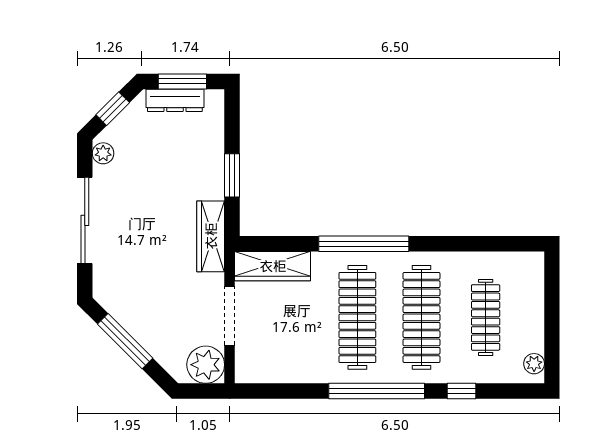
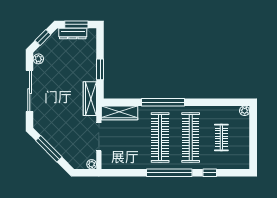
clothes rail: (486, 317) -> (221, 137), width x0.73
plant: (534, 364) -> (245, 111), moved
plant: (206, 365) -> (92, 164), width x0.53, depth x0.53

